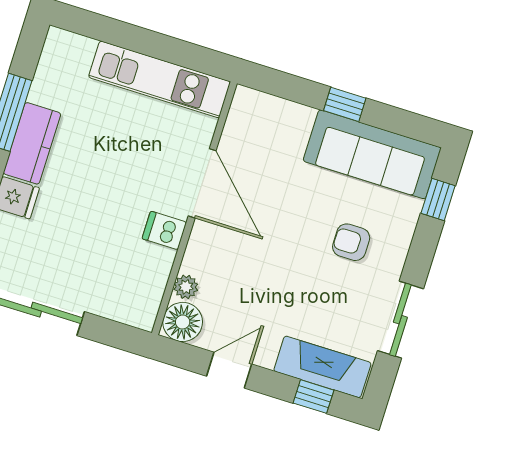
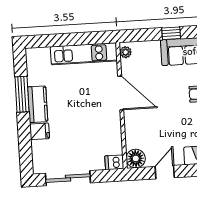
dishwasher: (164, 230) -> (114, 162), moved
plant: (186, 287) -> (126, 52), moved

